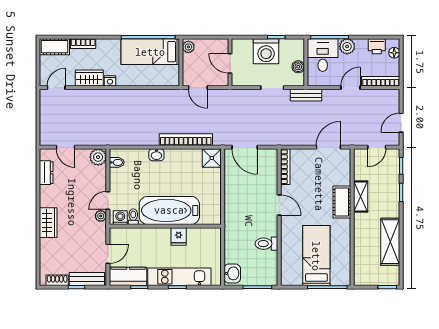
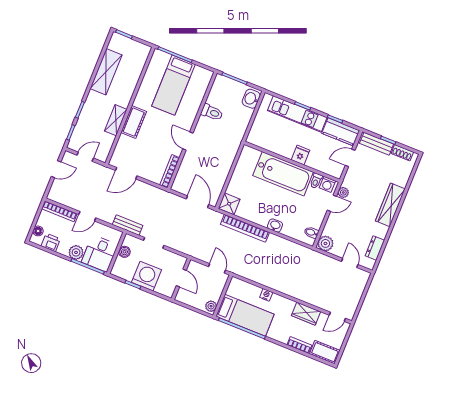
nightstand: (110, 81) -> (266, 295), moved
wardrobe: (48, 223) -> (390, 205), width x1.50
fridge: (179, 236) -> (301, 155), moved

